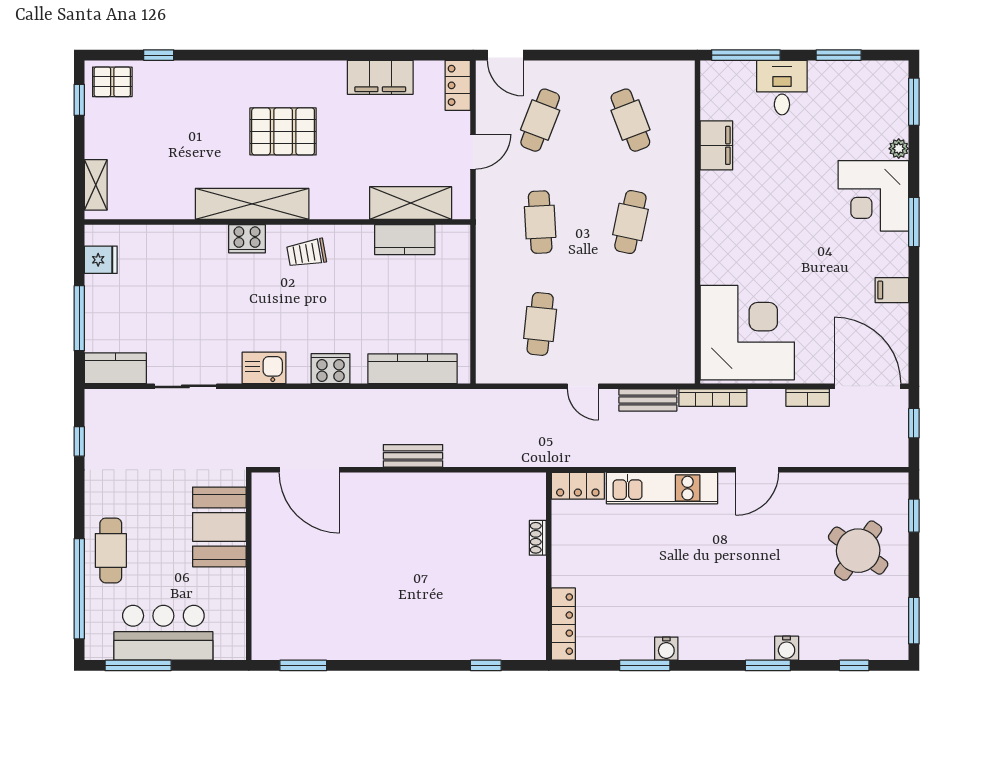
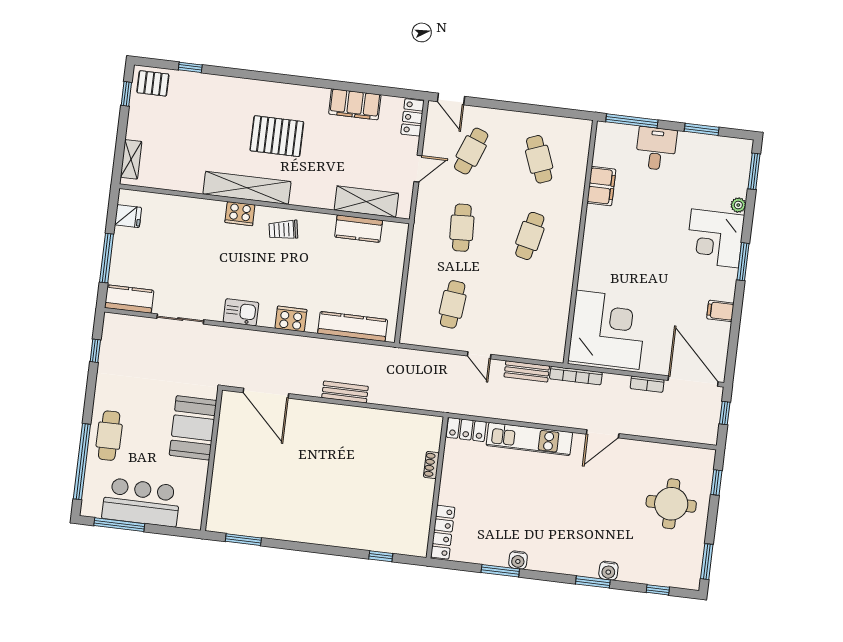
round table: (858, 551) -> (671, 504), turned -35

